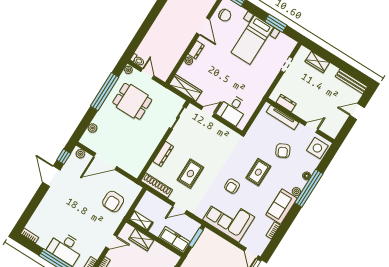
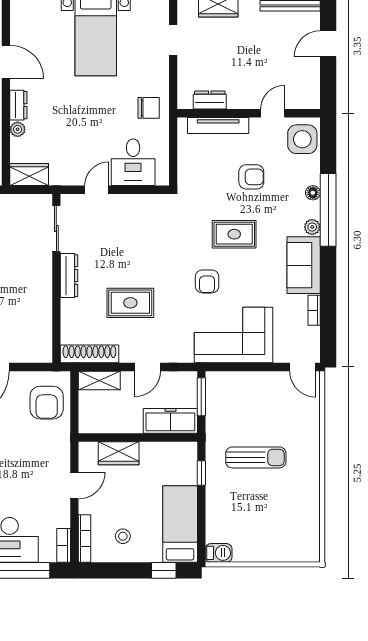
chair: (225, 15) -> (149, 108), moved
wardrobe: (185, 88) -> (29, 175), width x0.67
armchair: (283, 151) -> (251, 177), turned -64
dresser: (163, 154) -> (69, 276), moved
rug: (258, 172) -> (234, 234), turned 90
rug: (190, 174) -> (130, 303), turned 90
armchair: (113, 201) -> (47, 403), moved
shelving: (141, 221) -> (99, 380), moved

